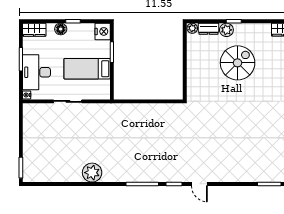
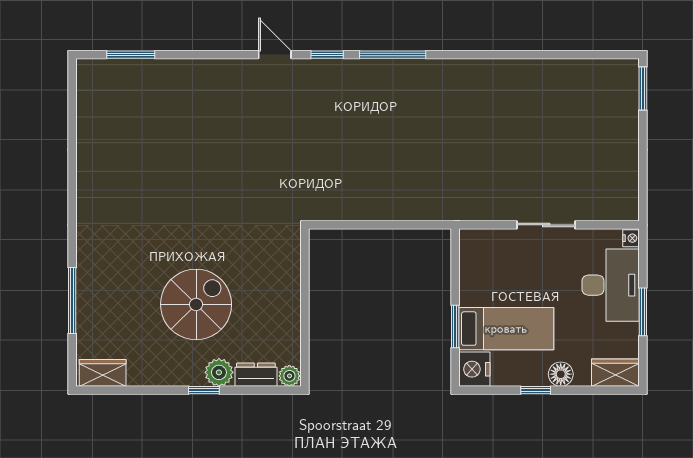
spiral stairs: (238, 63) -> (196, 304), turned 180
bed: (87, 69) -> (506, 329), moved
plant: (92, 173) -> (496, 78), removed

